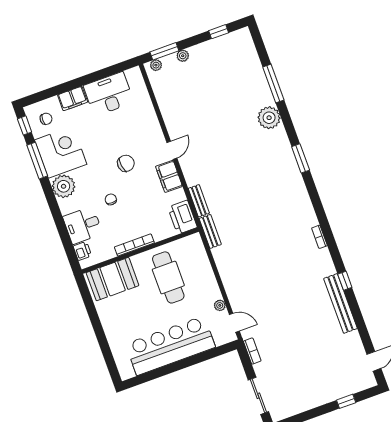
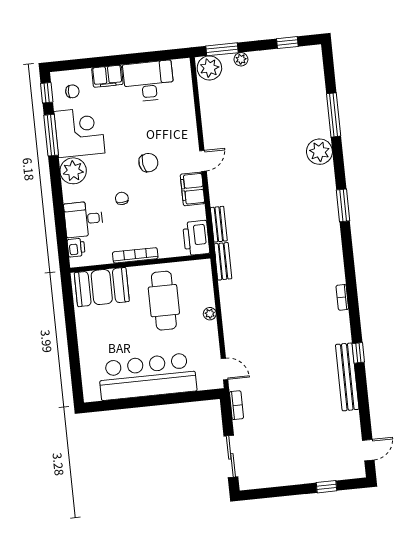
plant: (156, 65) -> (209, 68), width x1.88, depth x1.88
plant: (220, 305) -> (210, 314), moved

